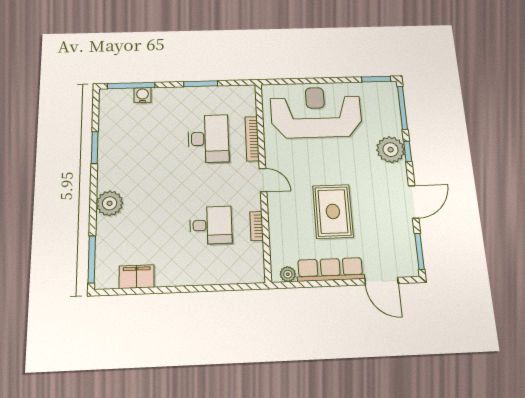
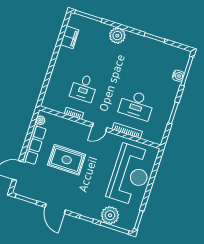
plant: (391, 150) -> (110, 215), moved

